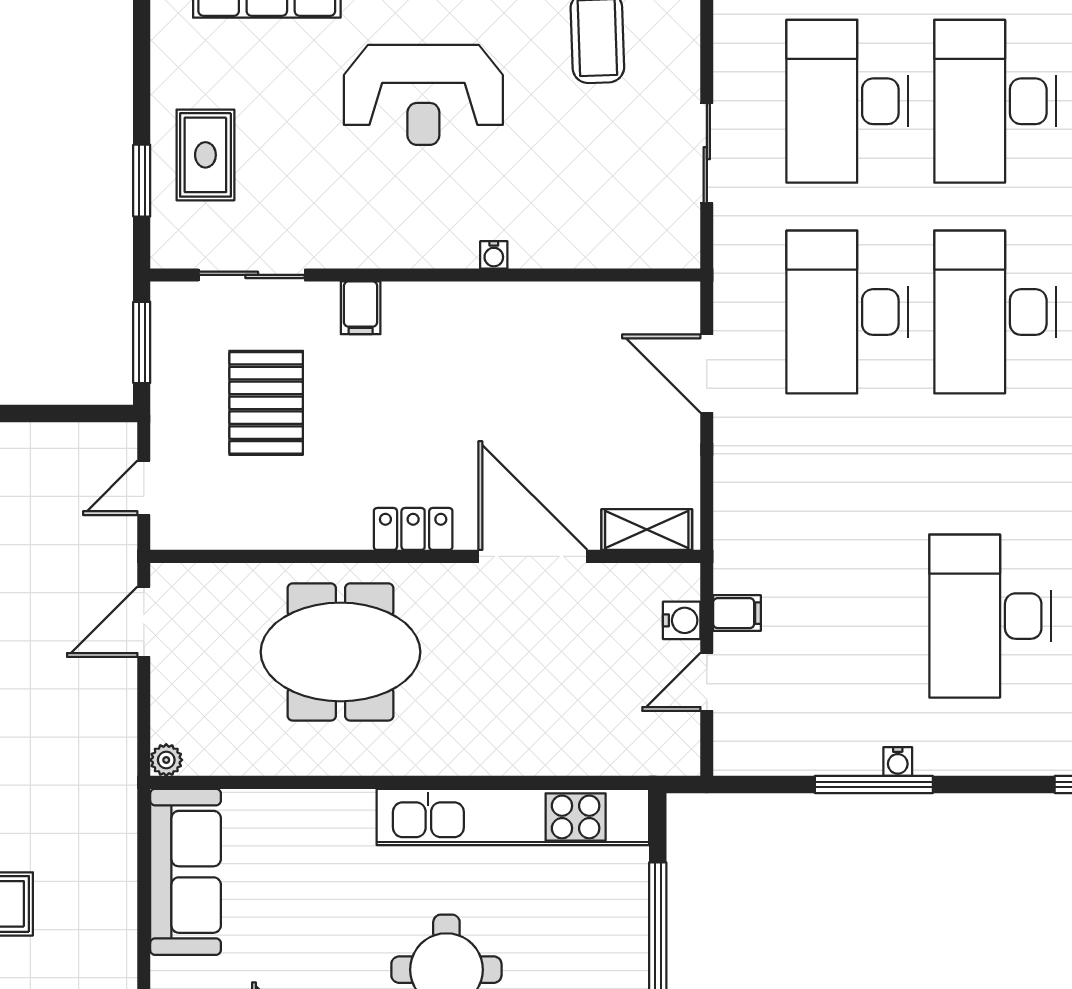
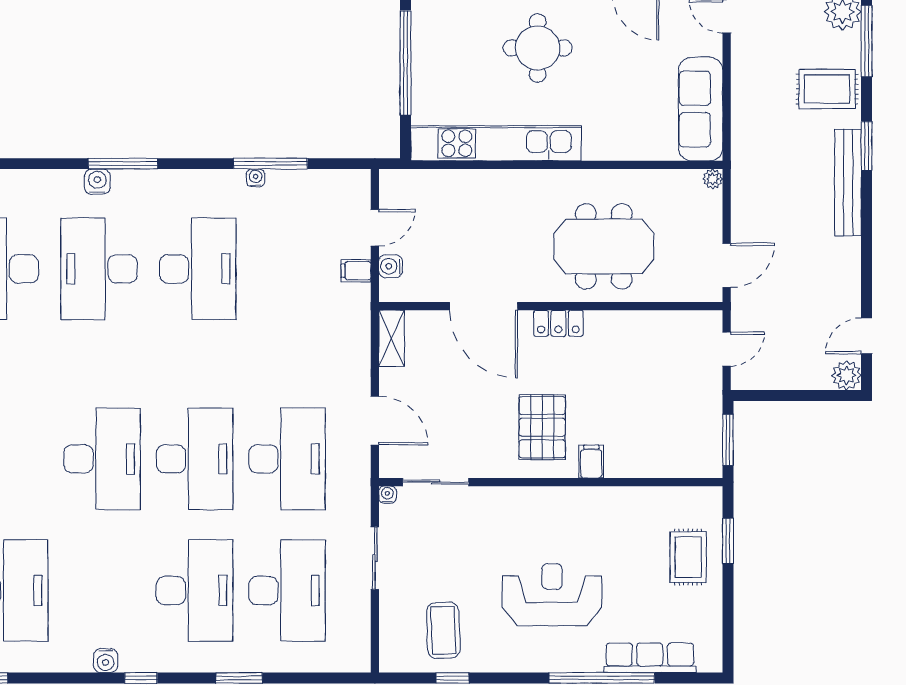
water cooler: (494, 255) -> (387, 495), moved
sliding door: (252, 275) -> (436, 482), moved
pallet: (266, 403) -> (542, 427), moved
shelving: (647, 530) -> (392, 338), moved, turned 90

